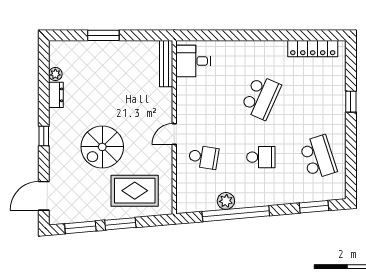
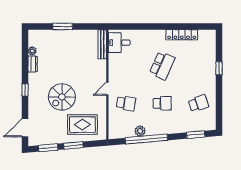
locker: (313, 49) -> (182, 35), moved
school desk: (318, 157) -> (198, 103), width x0.54

